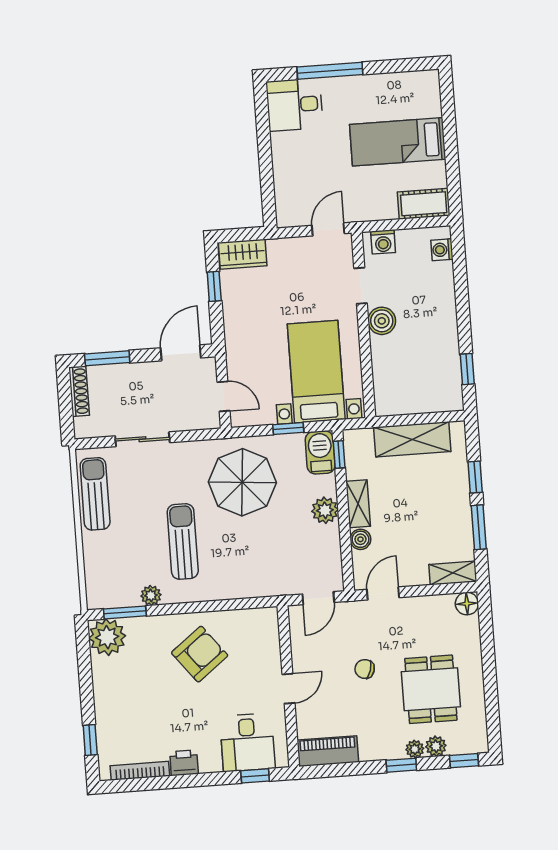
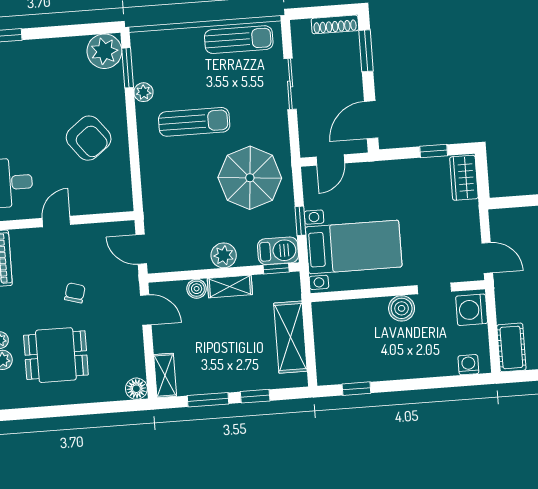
washing machine: (383, 242) -> (472, 310), width x1.38, depth x1.38
door: (181, 353) -> (371, 120), swing flipped
door: (289, 689) -> (56, 221), swing flipped

